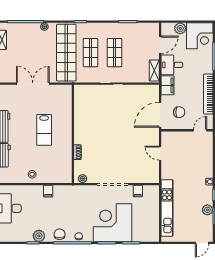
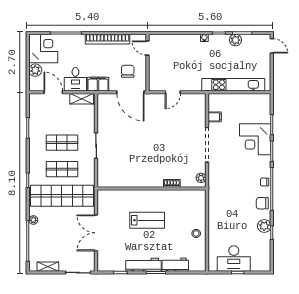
filing cabinet: (48, 191) -> (215, 216), removed
corner desk: (112, 223) -> (255, 139), width x0.74, depth x0.74

